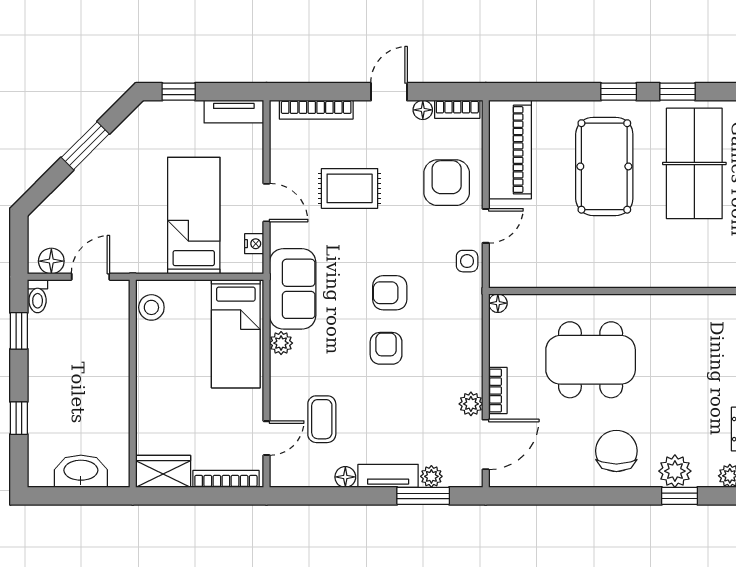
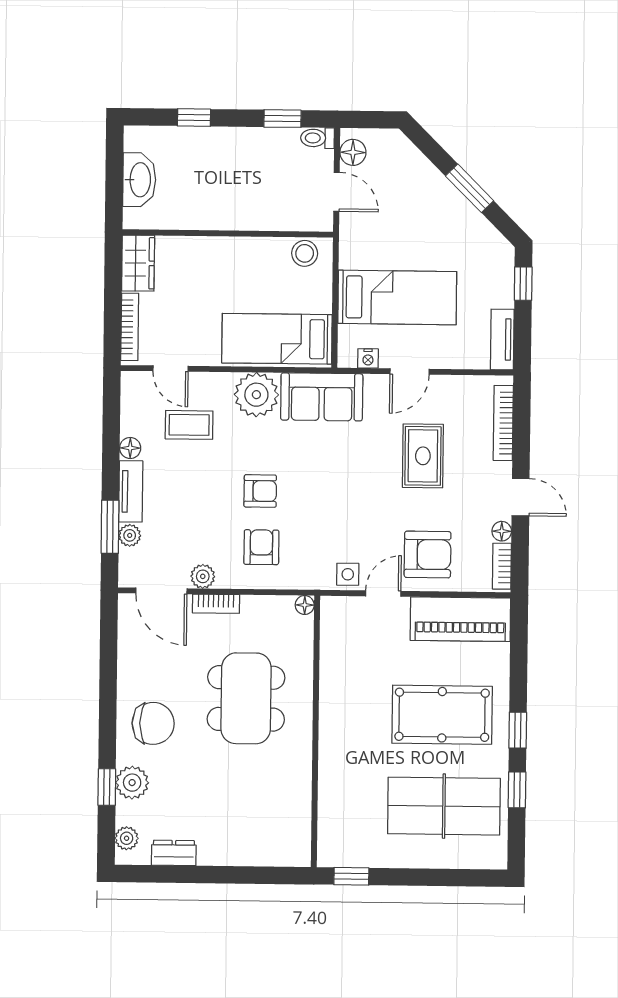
door: (486, 226) -> (383, 594), swing flipped
armchair: (390, 293) -> (261, 547), moved
plant: (281, 343) -> (256, 395), width x1.88, depth x1.88

